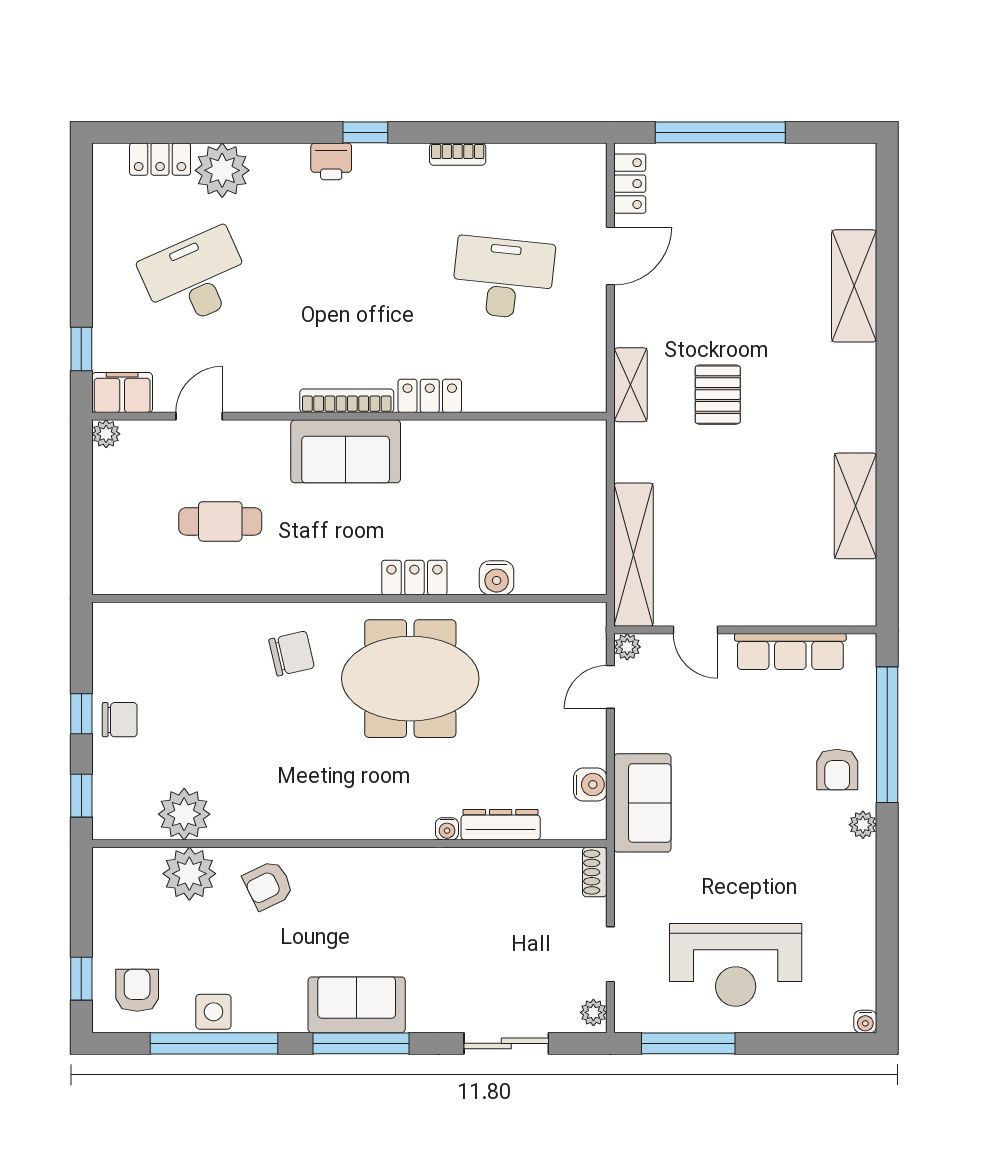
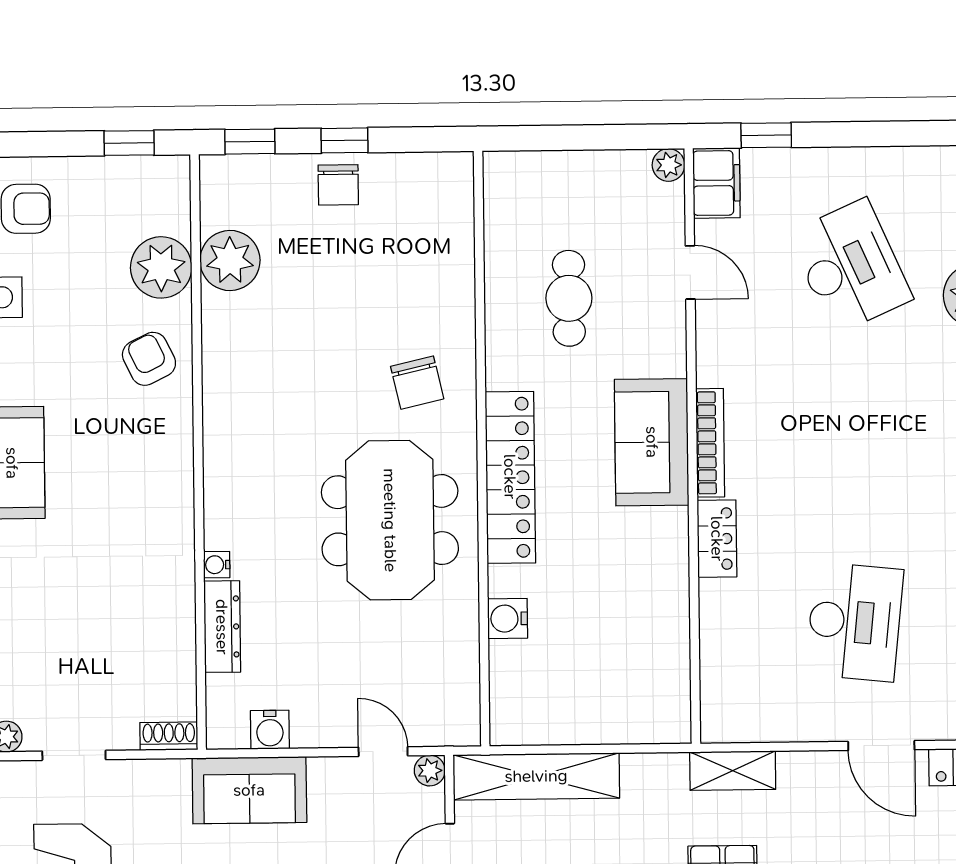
locker: (414, 578) -> (510, 477), width x2.16, depth x1.21
window: (81, 979) -> (129, 143), moved

